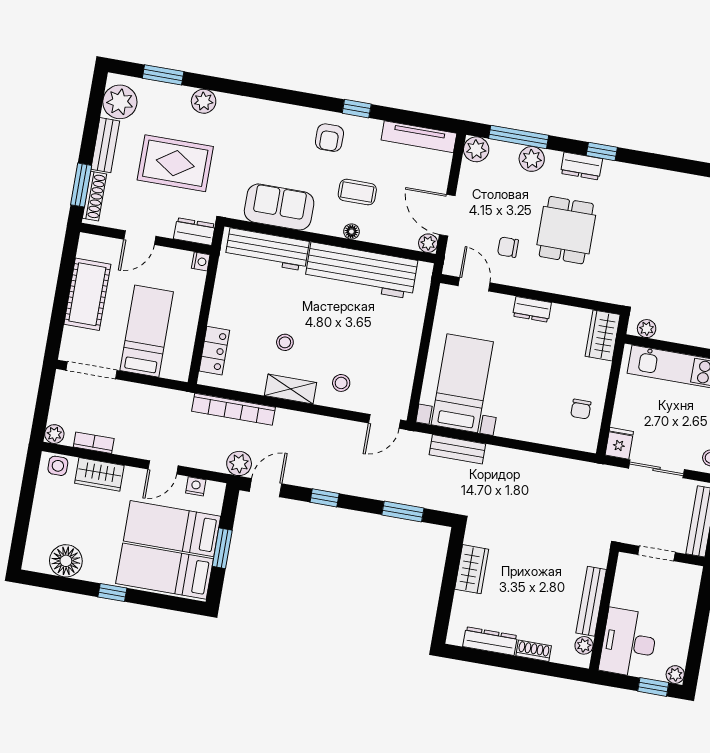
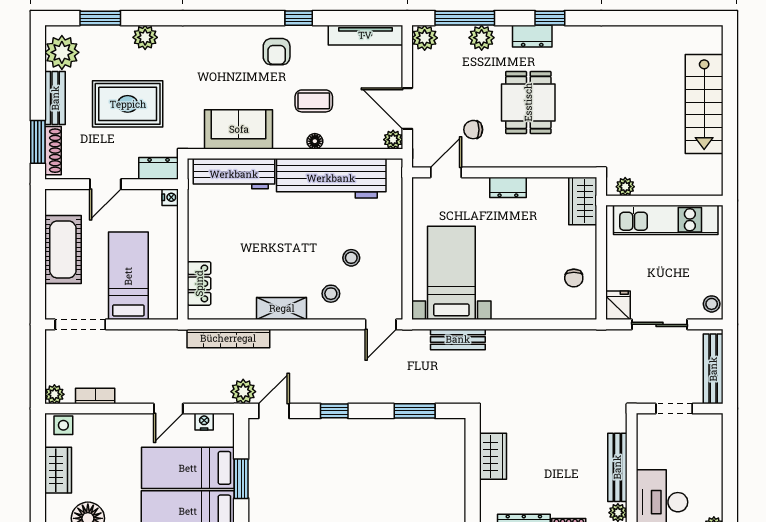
door: (474, 284) -> (446, 172), hinge flipped
stool: (285, 342) -> (351, 258), moved
wardrobe: (99, 474) -> (58, 470), moved, turned -90

